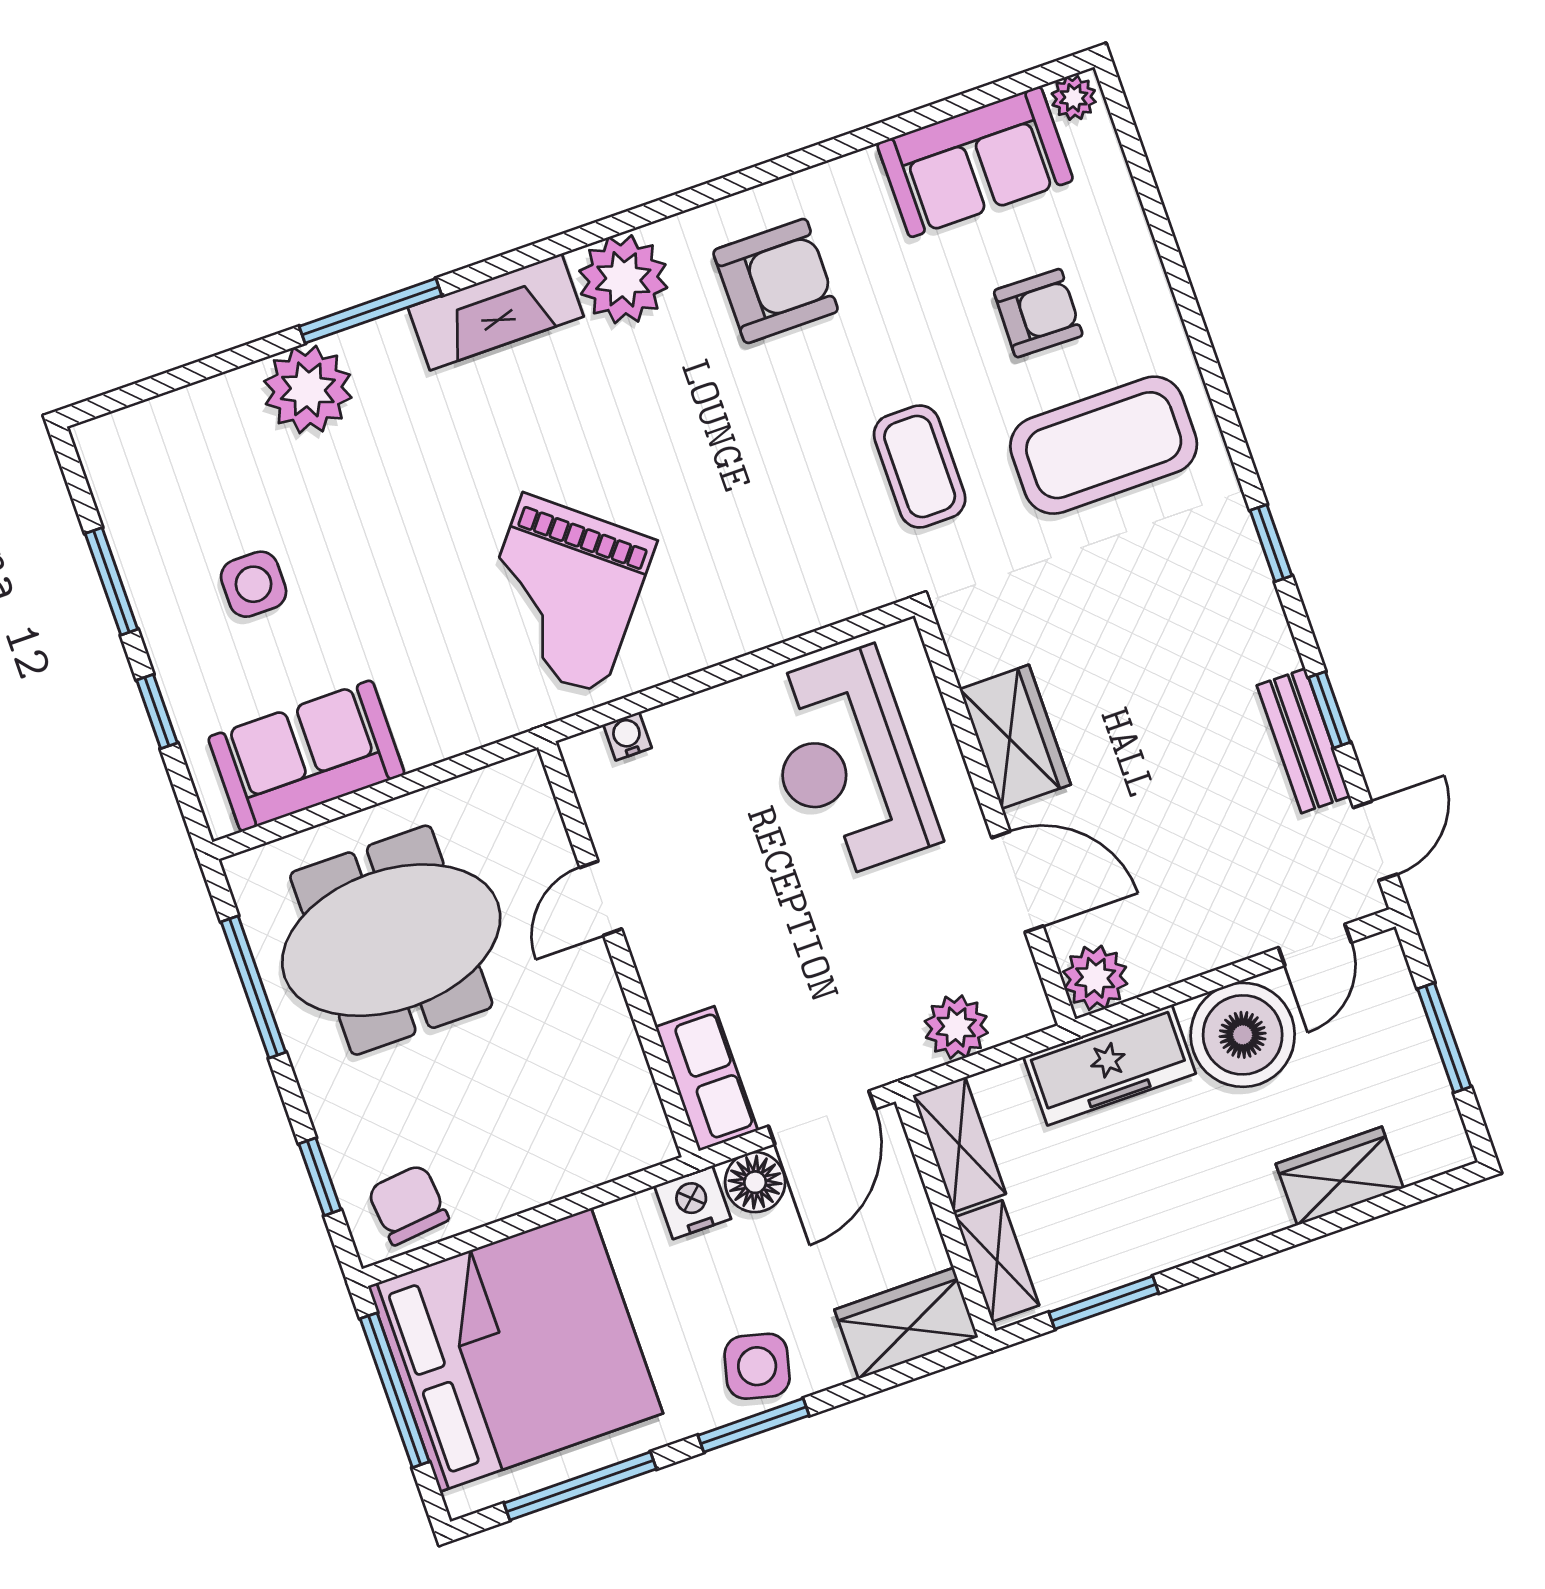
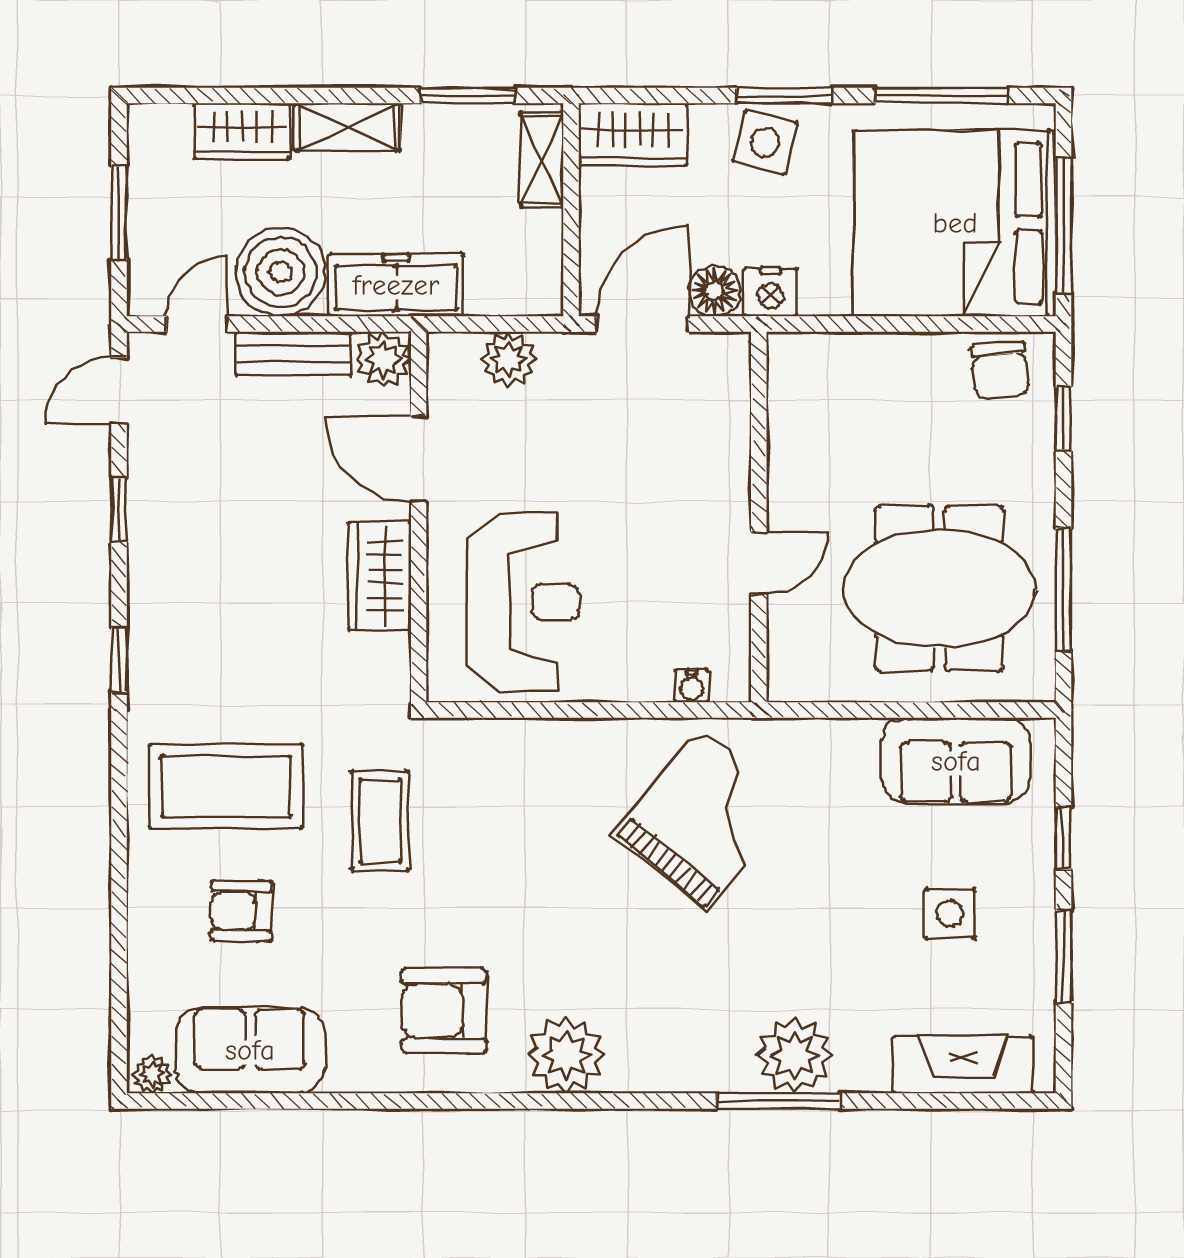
fireplace: (496, 312) -> (963, 1065), moved
plant: (308, 389) -> (794, 1055), moved
bench: (1303, 741) -> (293, 354), moved, turned 90
row of seats: (707, 1078) -> (724, 388), removed
shelving: (959, 1145) -> (347, 127), moved, turned 90

